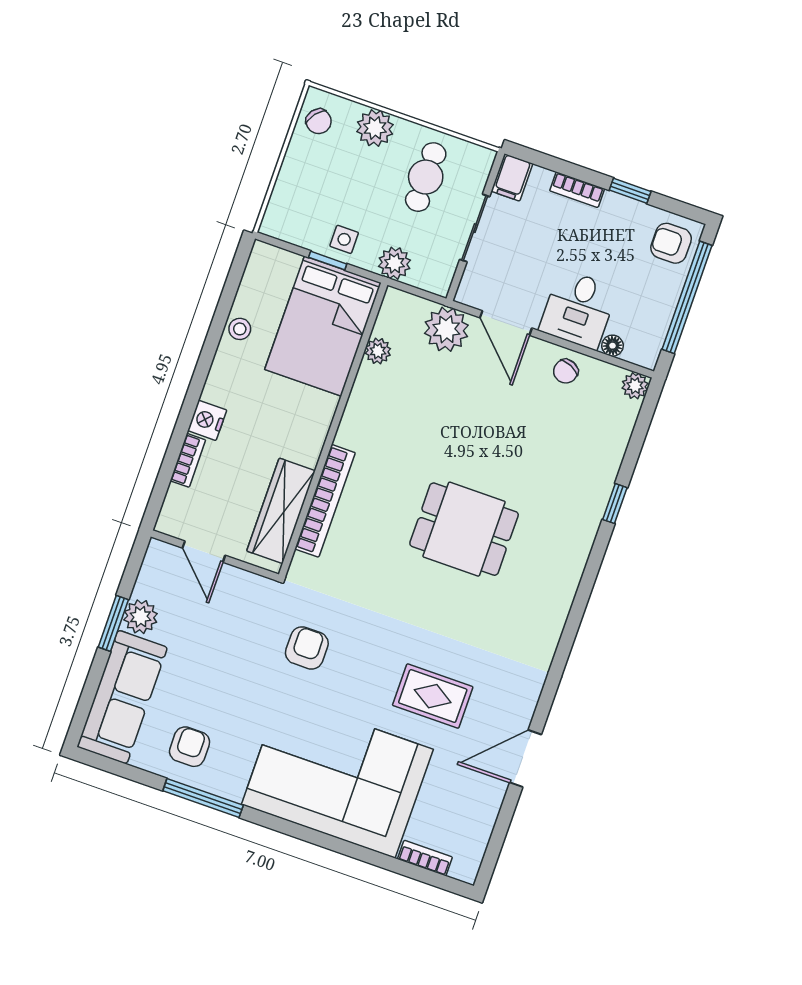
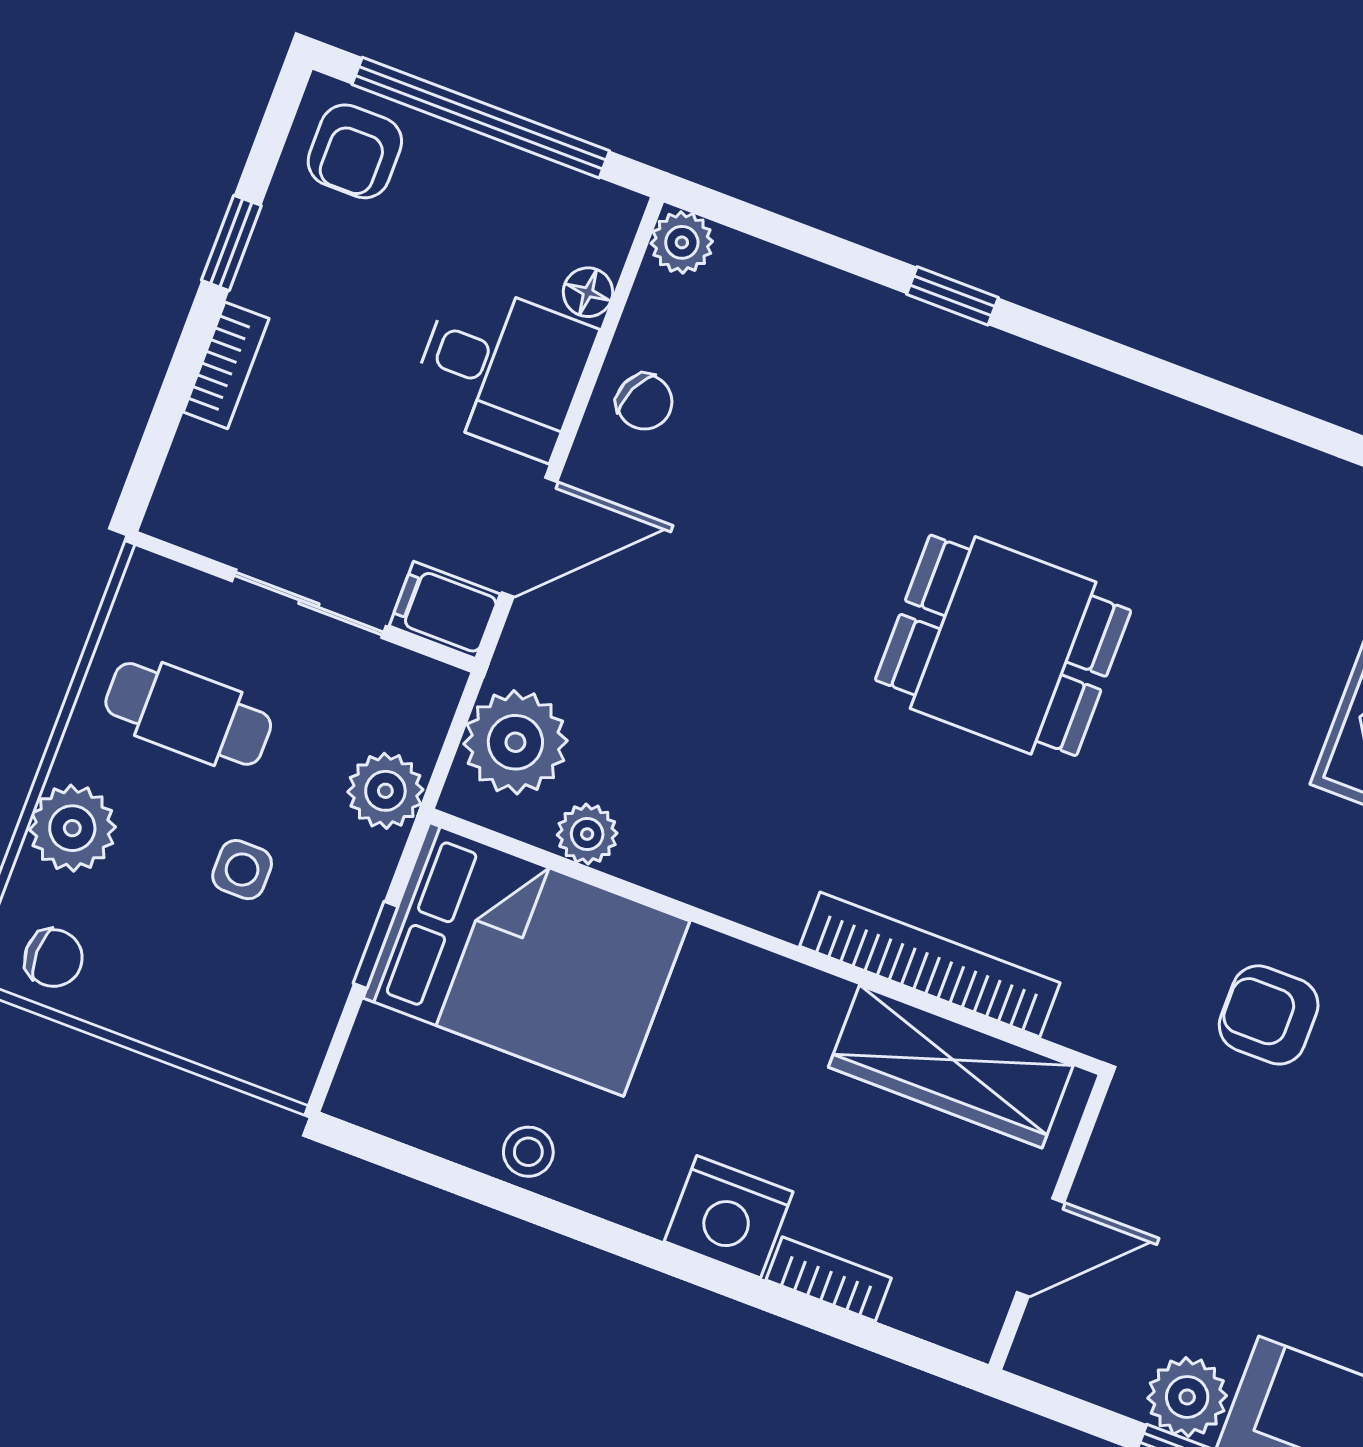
chair: (319, 121) -> (54, 958), turned 52
filing cabinet: (512, 177) -> (445, 610), moved, turned 180
side table: (344, 239) -> (242, 870), moved
plant: (446, 329) -> (515, 742), moved
nightstand: (207, 420) -> (729, 1217), width x1.36, depth x1.33
dining table: (464, 529) -> (1003, 645), turned 90

